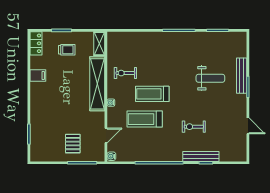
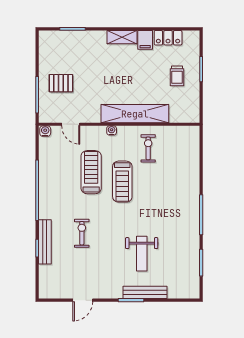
locker: (36, 43) -> (168, 38), moved
shelving: (99, 44) -> (122, 37), moved
treadmill: (152, 94) -> (122, 182), turned 180

